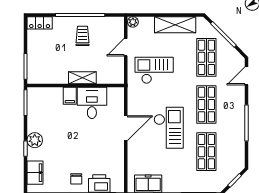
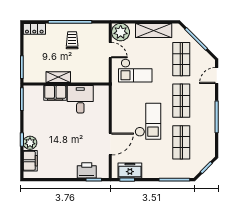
plant: (133, 22) -> (121, 32), width x1.88, depth x1.88
door: (126, 47) -> (110, 50), swing flipped
checkout: (154, 70) -> (135, 71), turned 180
shelving: (82, 78) -> (58, 77), moved
filing cabinet: (70, 96) -> (55, 93), width x2.00
door: (126, 128) -> (110, 144), moved
plant: (35, 140) -> (30, 143), moved
chair: (76, 179) -> (67, 166), removed

